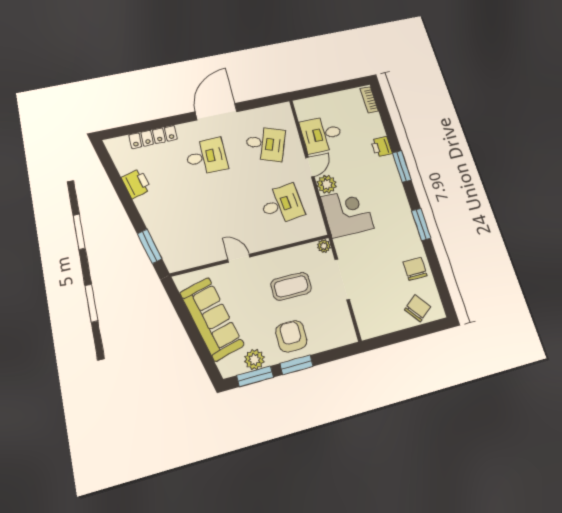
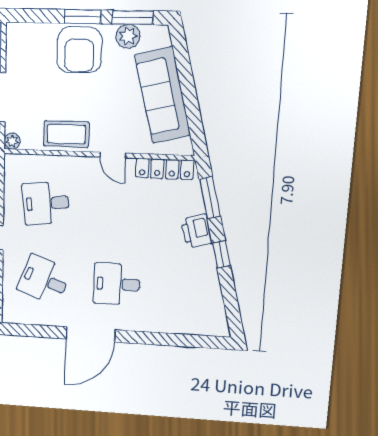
locker: (153, 137) -> (165, 169), moved, turned 180
printer: (136, 184) -> (197, 231), moved
window: (128, 203) -> (221, 254), added
coffee table: (291, 286) -> (66, 134), moved
armchair: (291, 336) -> (79, 50), width x1.36, depth x1.36

